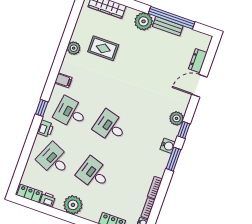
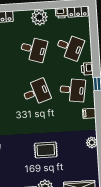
rug: (103, 48) -> (46, 150), moved
desk: (110, 127) -> (36, 92), turned -33

